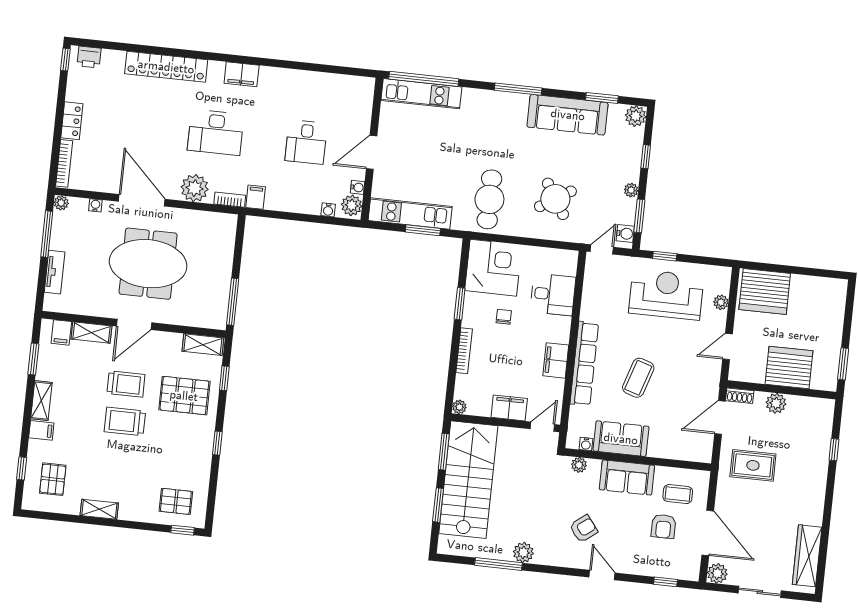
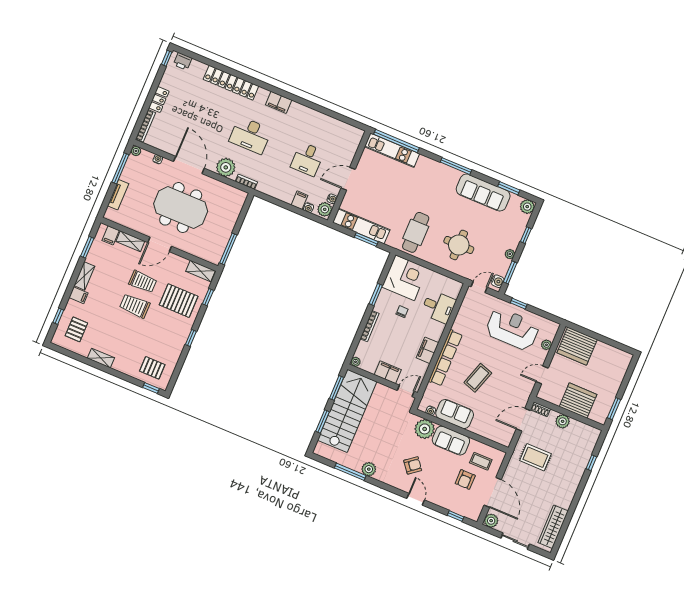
filing cabinet: (256, 197) -> (299, 200), moved
round table: (555, 199) -> (459, 245), turned 32
plant: (579, 465) -> (425, 429), width x1.87, depth x1.87

